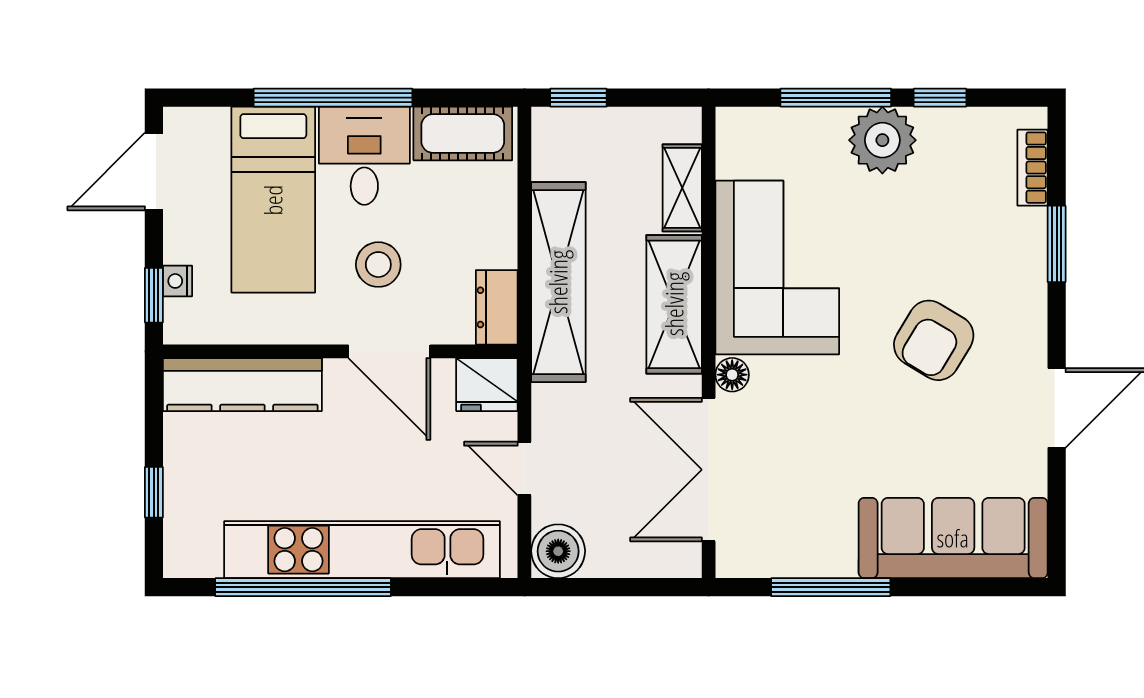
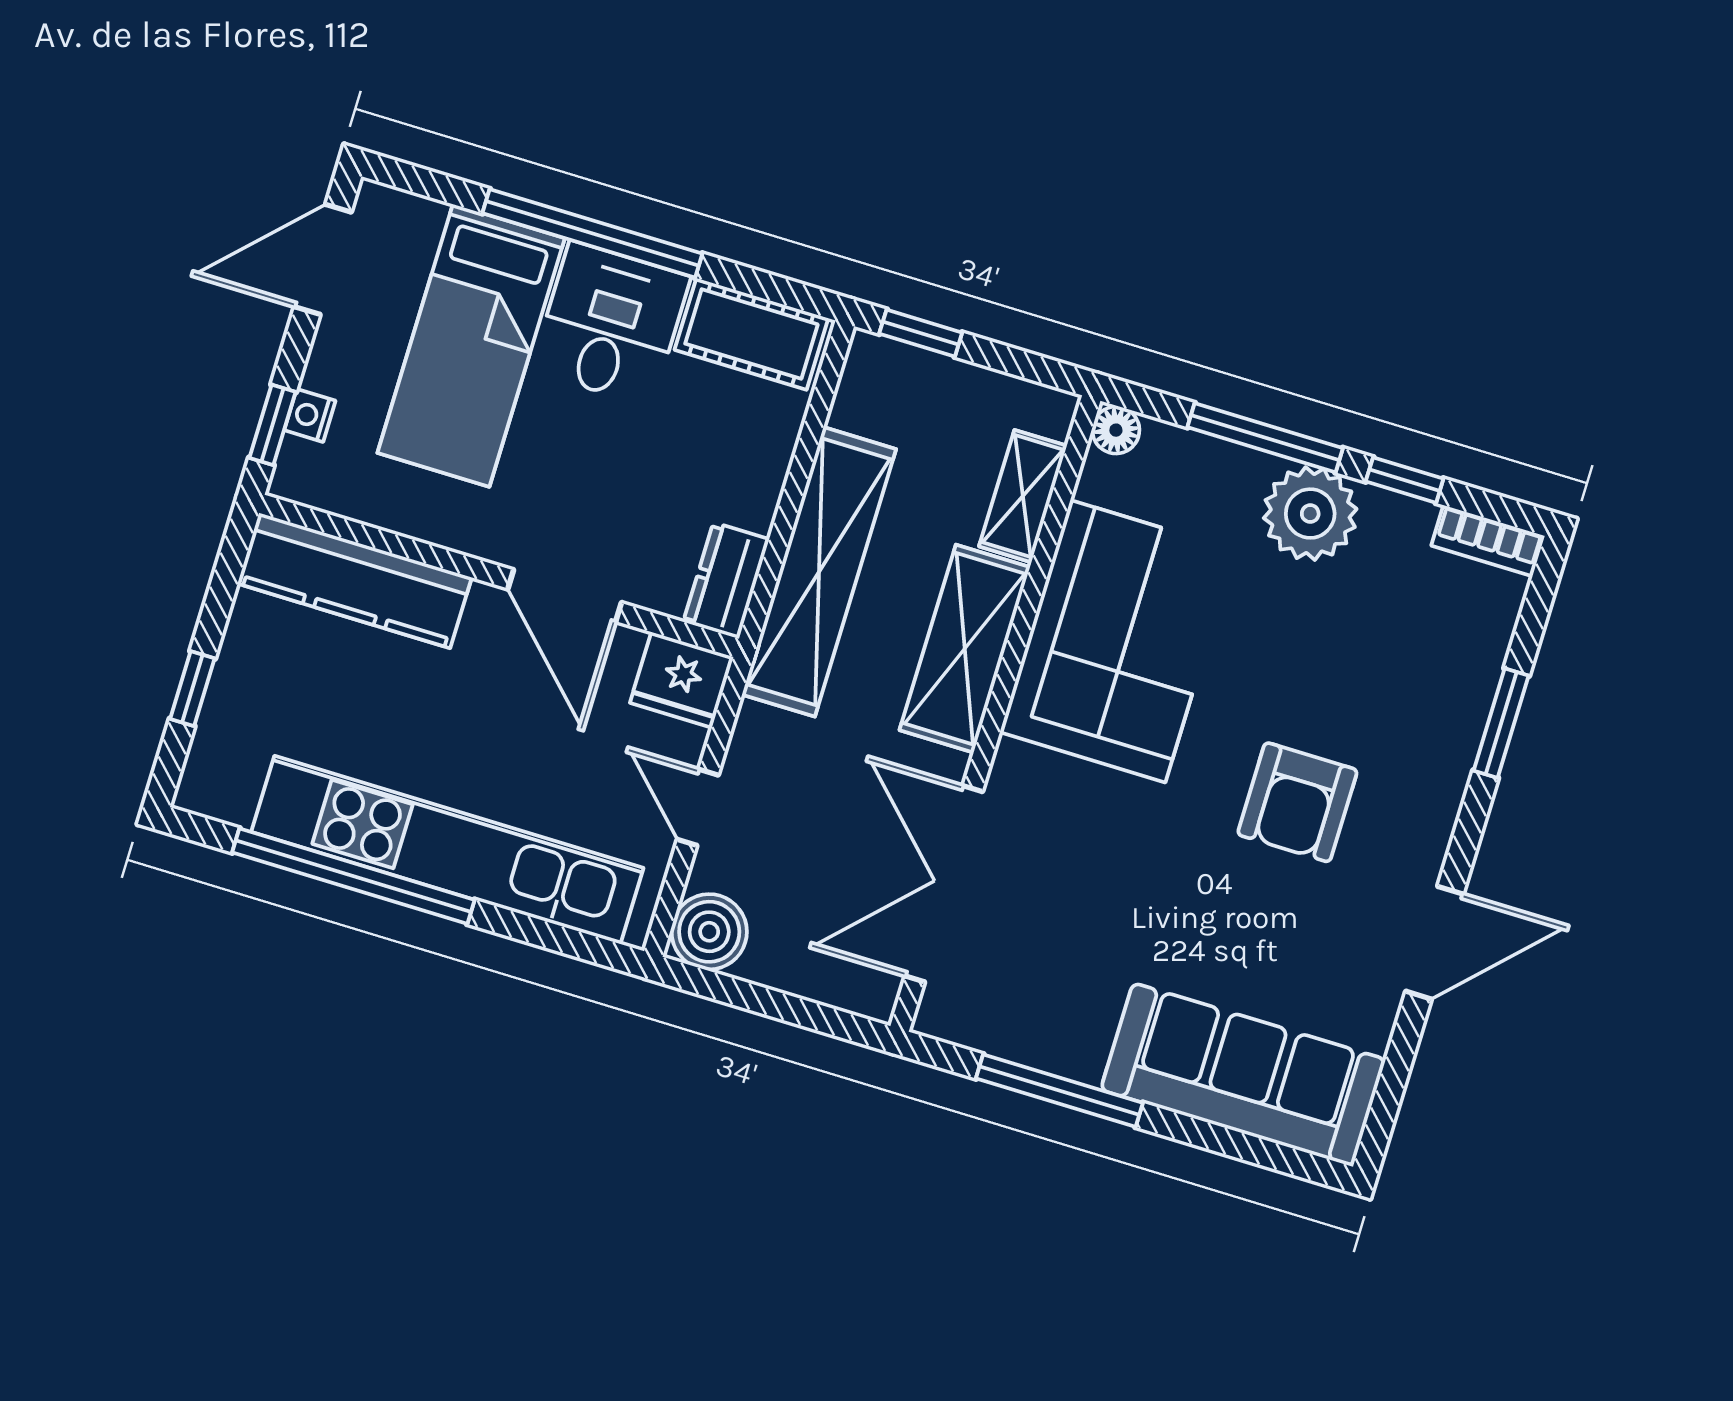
bookcase: (1032, 168) -> (1488, 541), moved, turned -90
stool: (378, 265) -> (585, 475), removed
armchair: (934, 340) -> (1297, 802), turned -31
floor lamp: (732, 375) -> (1116, 430), moved

